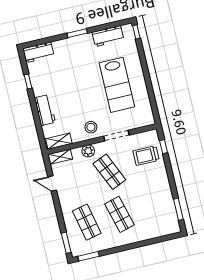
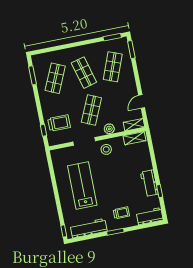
workbench: (108, 36) -> (89, 228), width x1.38
trolley: (71, 55) -> (121, 213), added
workbench: (45, 110) -> (149, 183), moved
shop shelf: (109, 172) -> (91, 110), turned 48
door: (52, 184) -> (142, 102), swing flipped
shop shelf: (152, 207) -> (55, 78), added
shop shelf: (87, 222) -> (113, 67), turned 33

